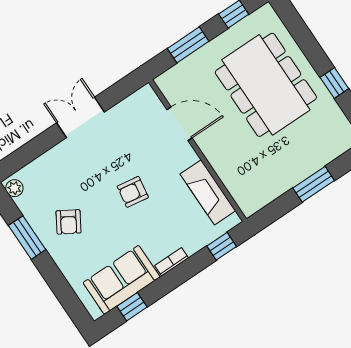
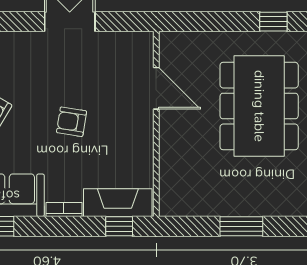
window: (188, 45) -> (213, 22), removed
fireplace: (208, 192) -> (118, 203), moved, turned 90

